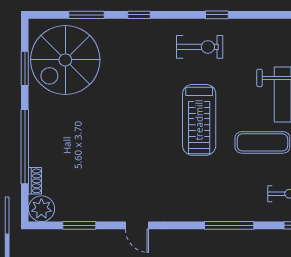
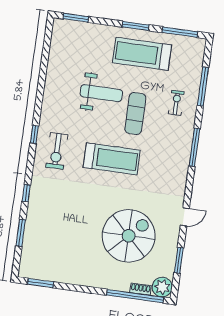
exercise bike: (200, 47) -> (57, 151), turned 180
spiral stairs: (65, 60) -> (129, 236), moved, turned -90
window: (25, 68) -> (41, 283), moved
window: (25, 147) -> (135, 296), moved

